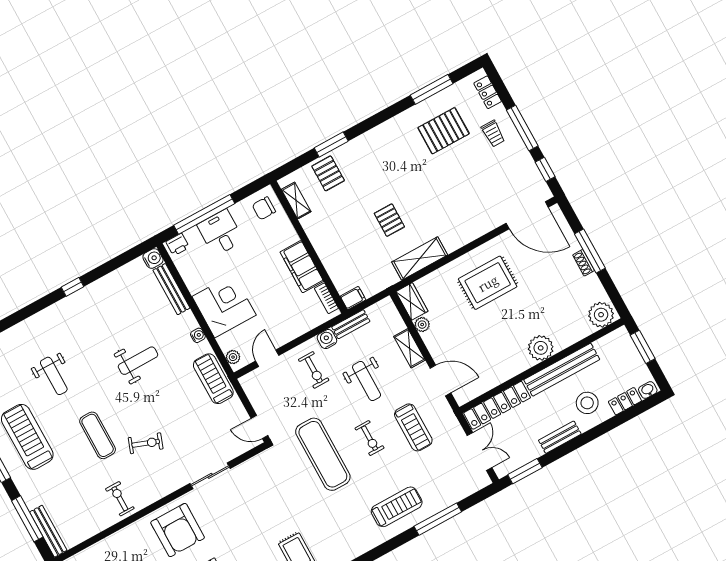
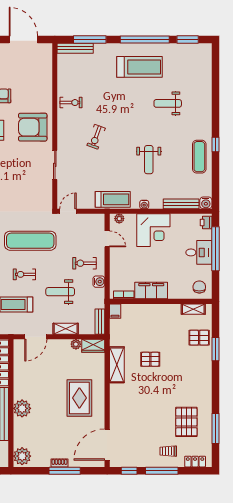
bench: (351, 324) -> (100, 322), moved
exercise mat: (98, 435) -> (199, 157), moved, turned 90

